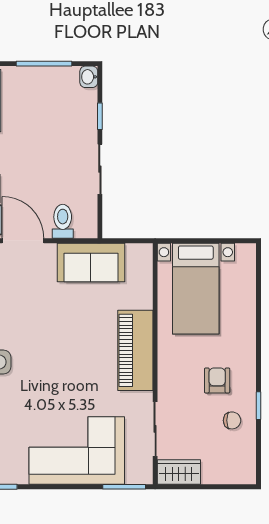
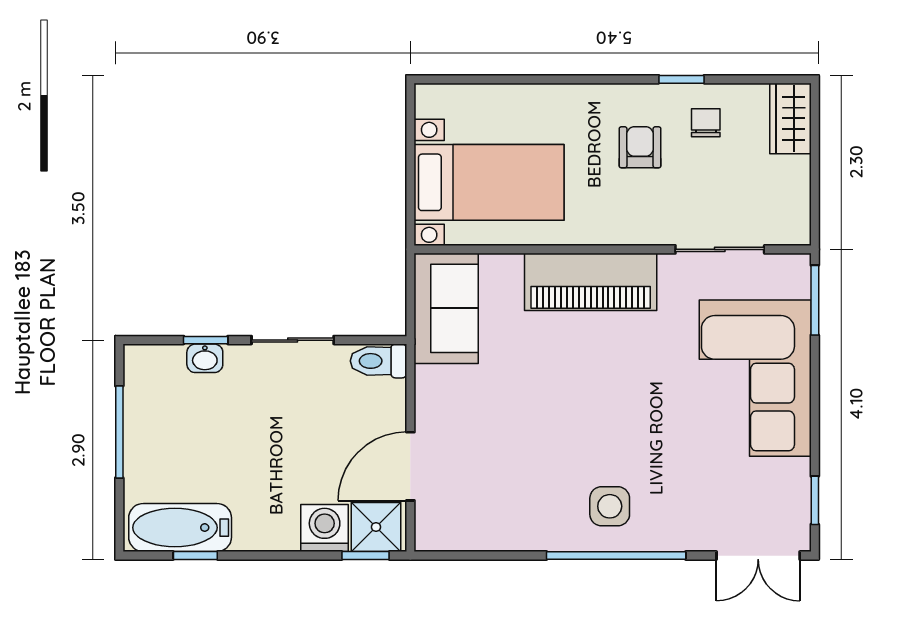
washbasin: (89, 77) -> (205, 358), moved
toilet: (63, 221) -> (378, 361), moved
sofa: (91, 262) -> (446, 308), moved
armchair: (217, 380) -> (640, 147), turned 90
wardrobe: (179, 472) -> (791, 118), moved

